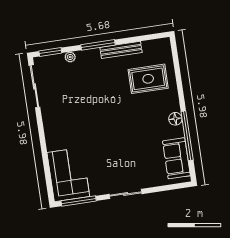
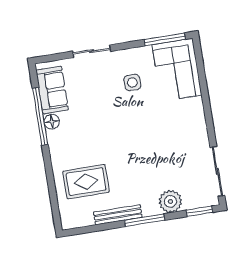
plant: (70, 57) -> (170, 201), width x1.87, depth x1.87
floor lamp: (175, 119) -> (52, 122), moved
side table: (107, 164) -> (132, 83), added
sliding door: (126, 194) -> (92, 51), moved

